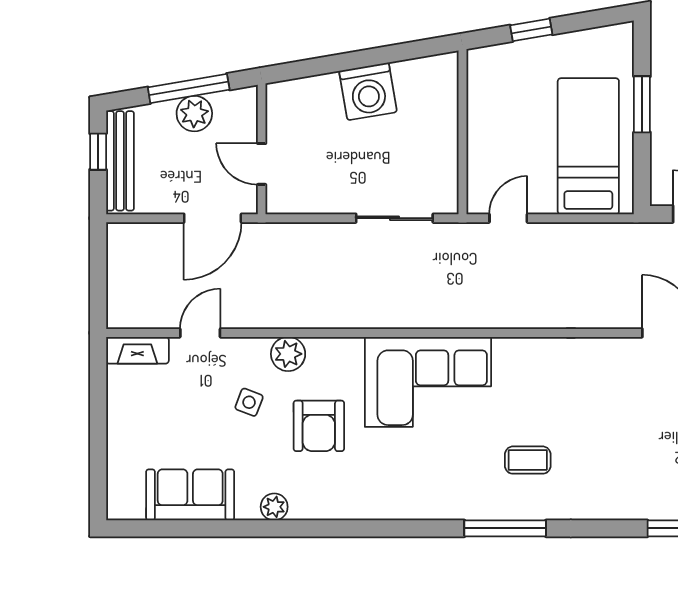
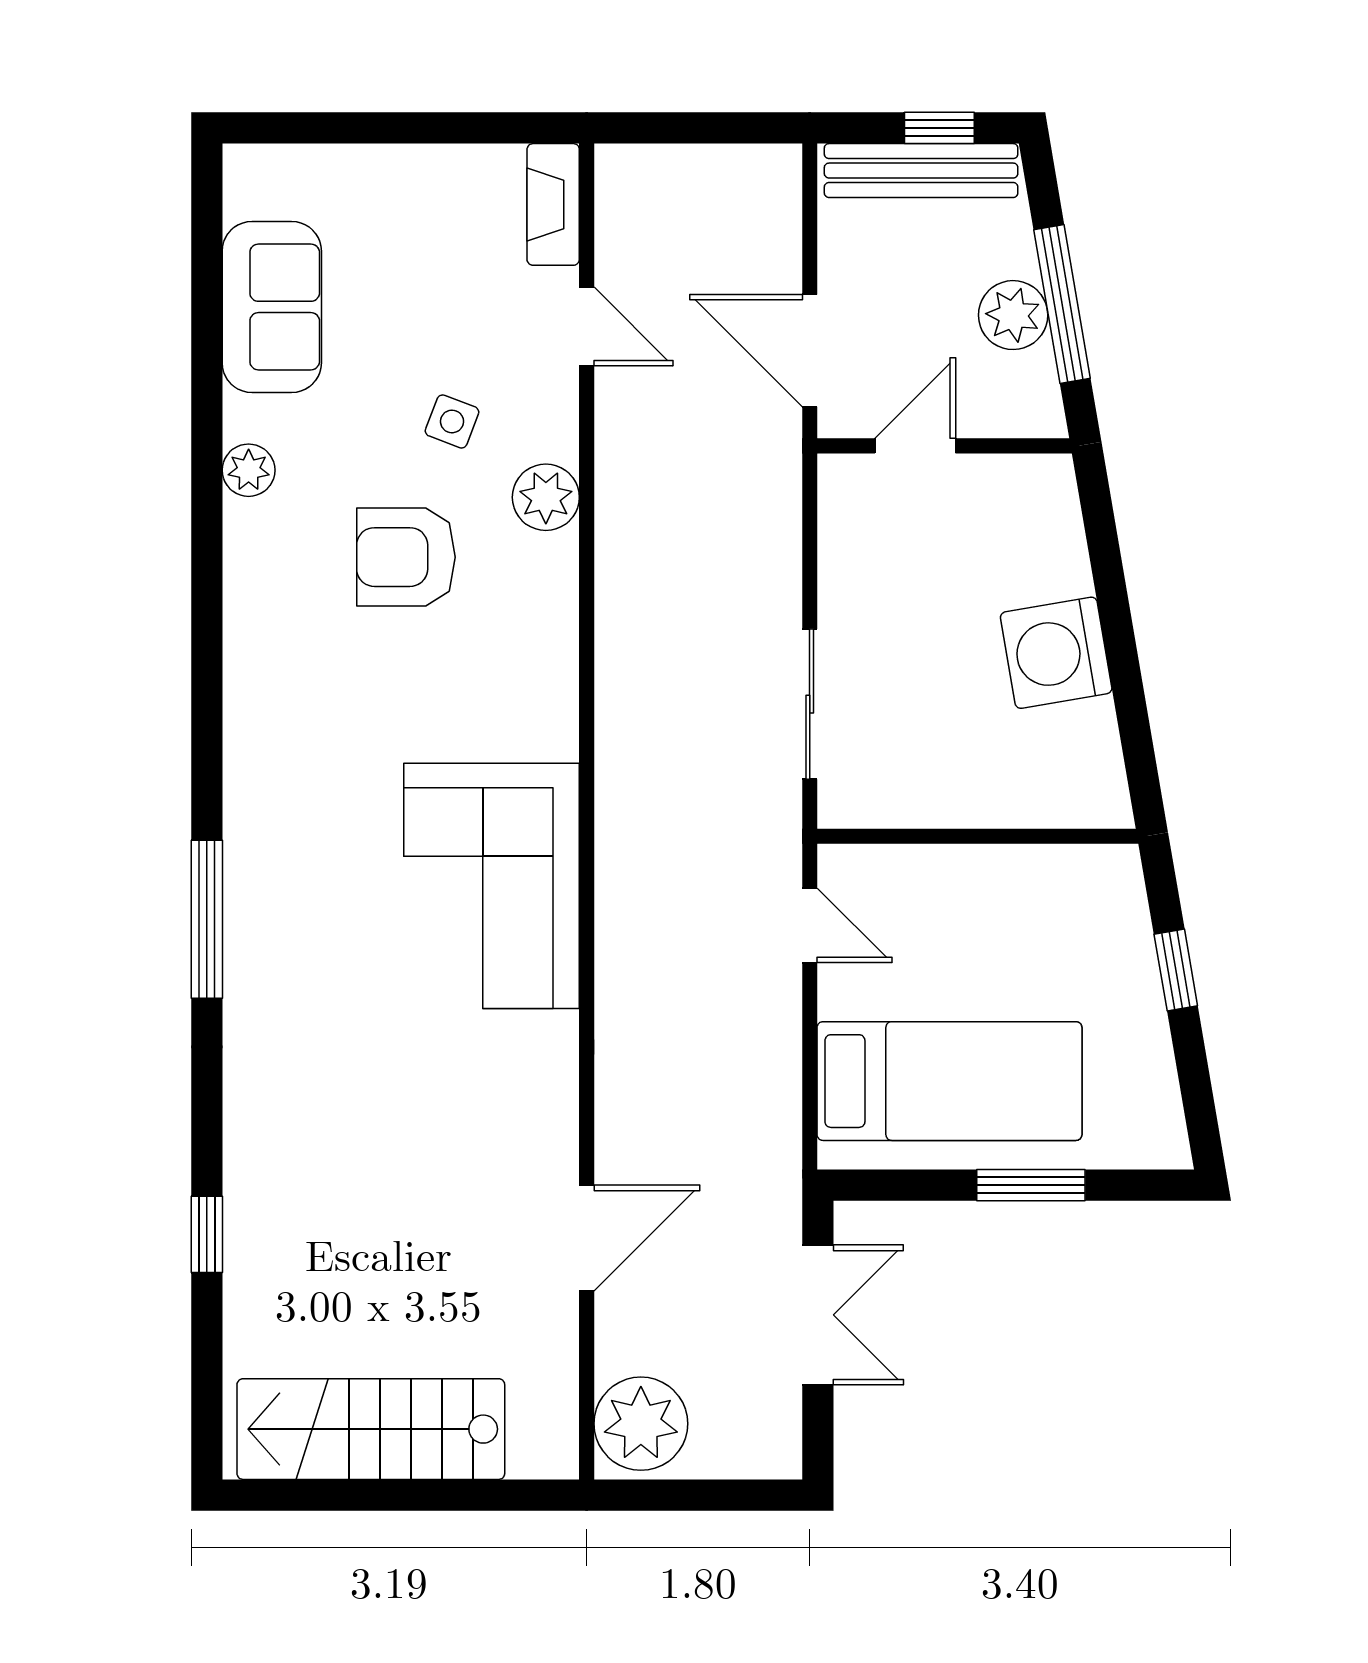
corner sofa: (428, 382) -> (492, 886), moved
coffee table: (528, 460) -> (340, 963), removed

